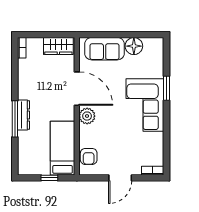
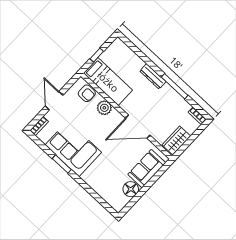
window: (167, 88) -> (62, 164), moved
corner sofa: (145, 105) -> (73, 149), moved
plant: (87, 116) -> (104, 108), moved
window: (15, 119) -> (175, 86), moved
armchair: (89, 156) -> (87, 93), turned 180

